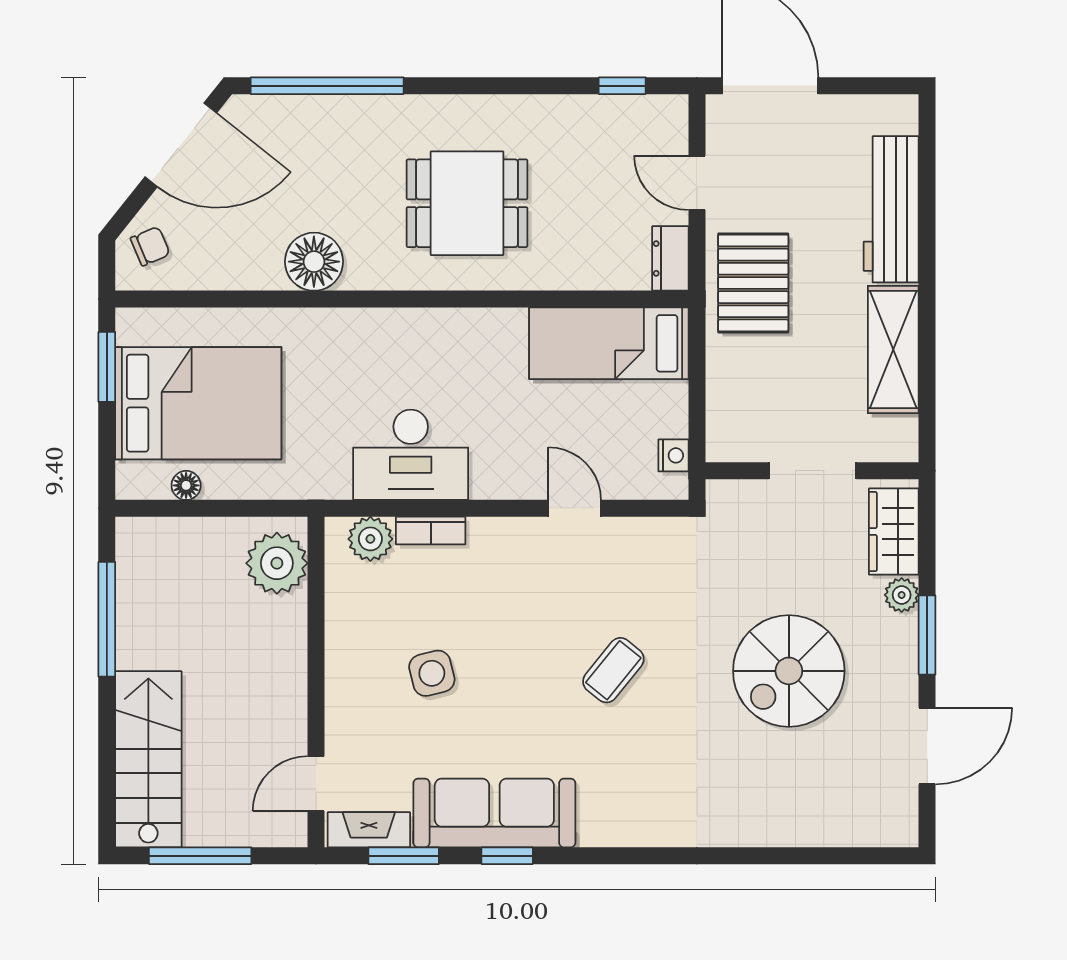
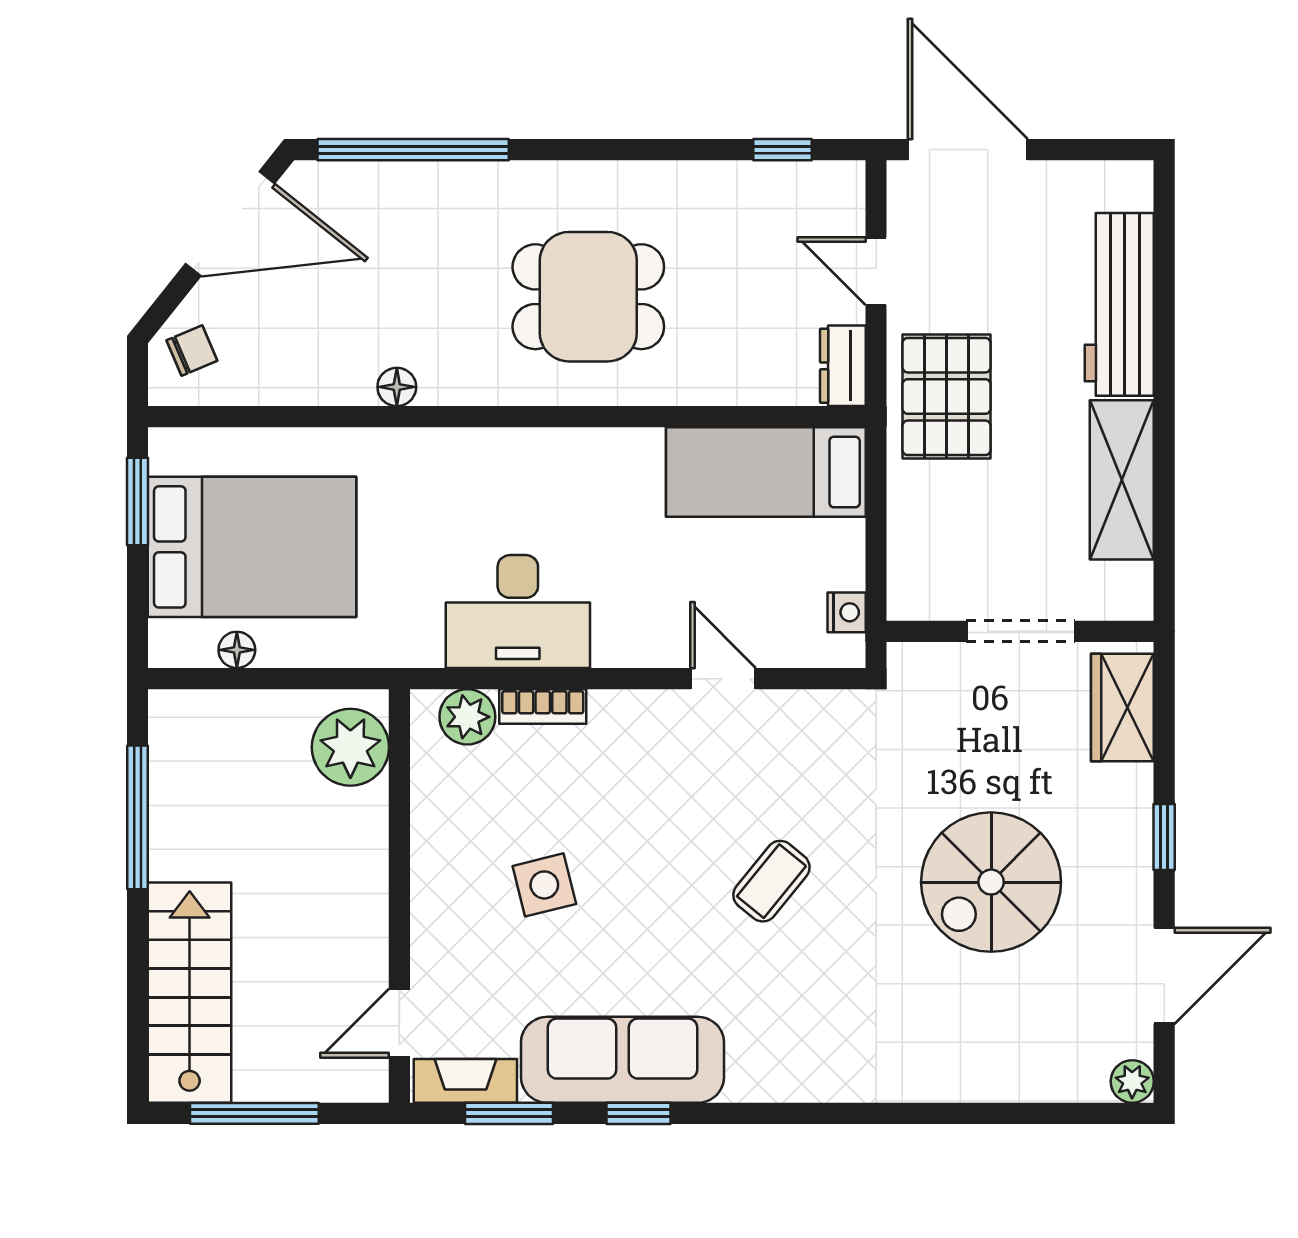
floor lamp: (314, 262) -> (397, 387), width x0.53, depth x0.53
plant: (902, 595) -> (1132, 1081), moved
window: (927, 635) -> (1164, 837), width x0.67

